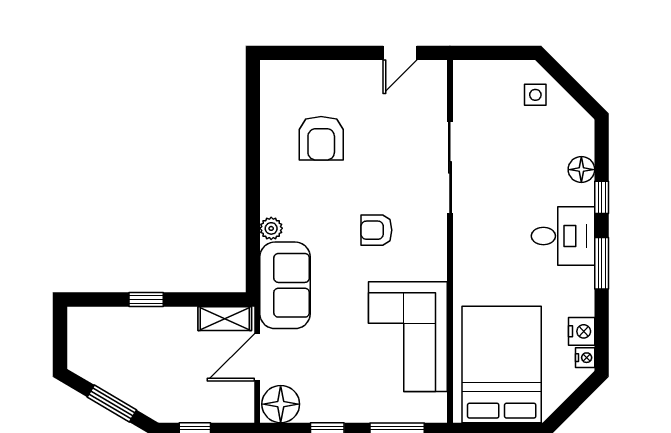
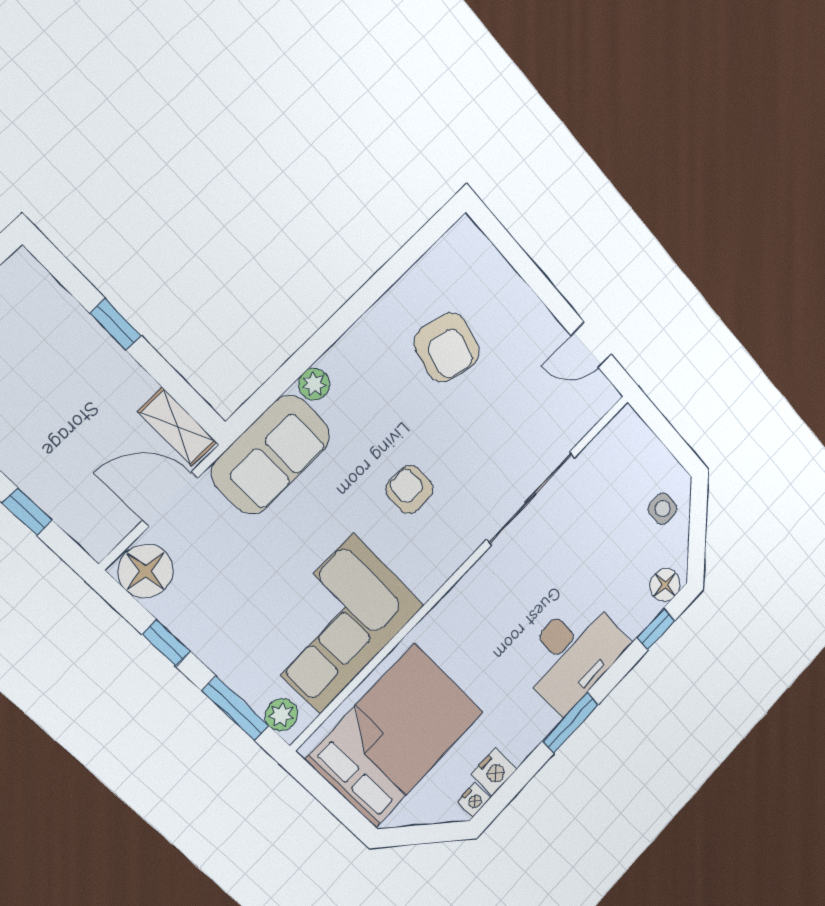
armchair: (321, 138) -> (447, 347), turned -77
floor lamp: (581, 170) -> (665, 585), moved
window: (602, 197) -> (656, 629), moved
desk: (563, 236) -> (573, 654), width x1.37
plant: (426, 411) -> (281, 715), added

